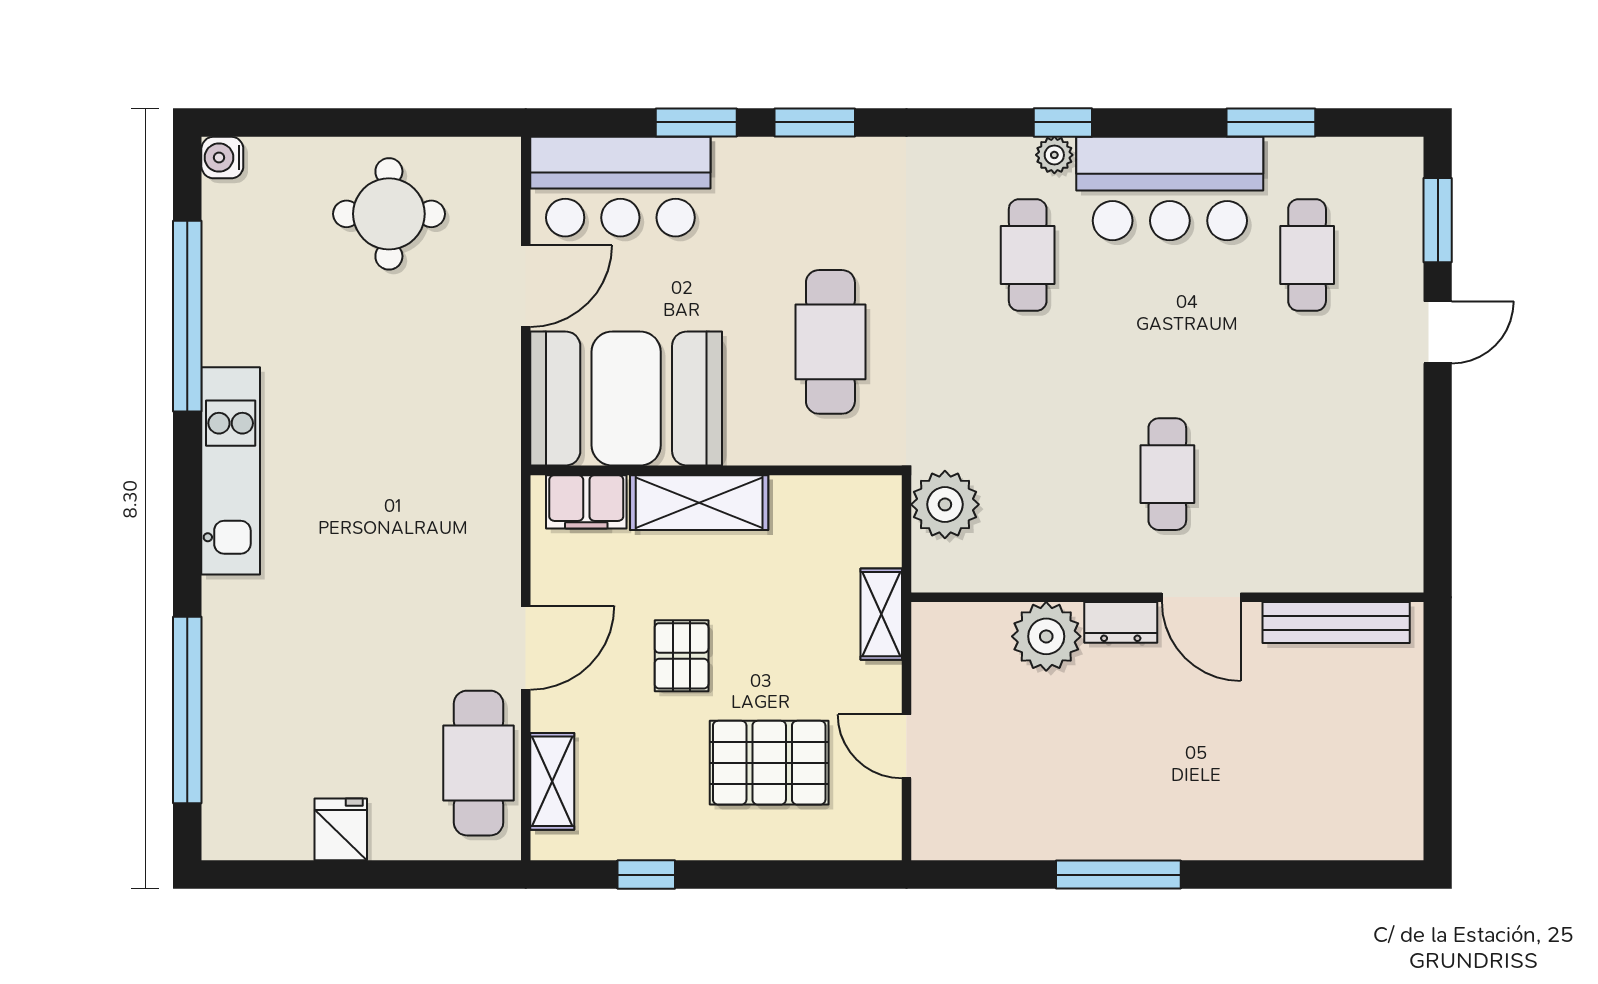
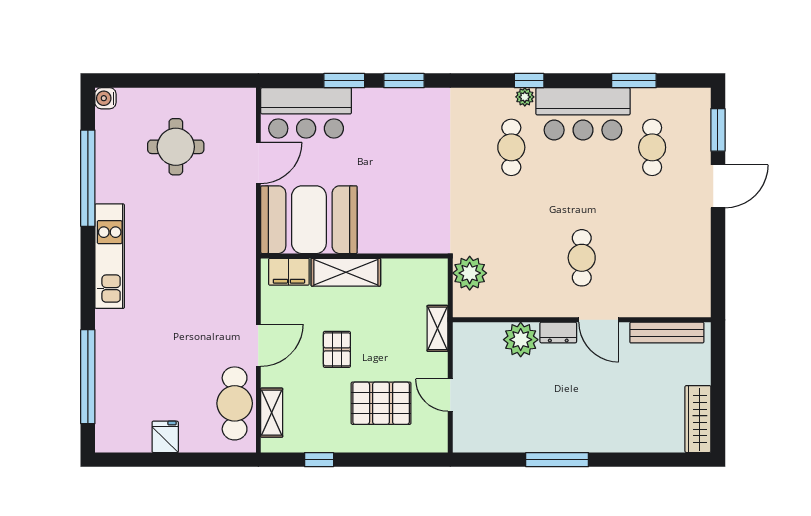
round table: (389, 214) -> (176, 147), moved
door: (1438, 332) -> (718, 186), width x1.38
cafe table: (830, 342) -> (412, 191), removed
wardrobe: (1398, 794) -> (698, 419), added

